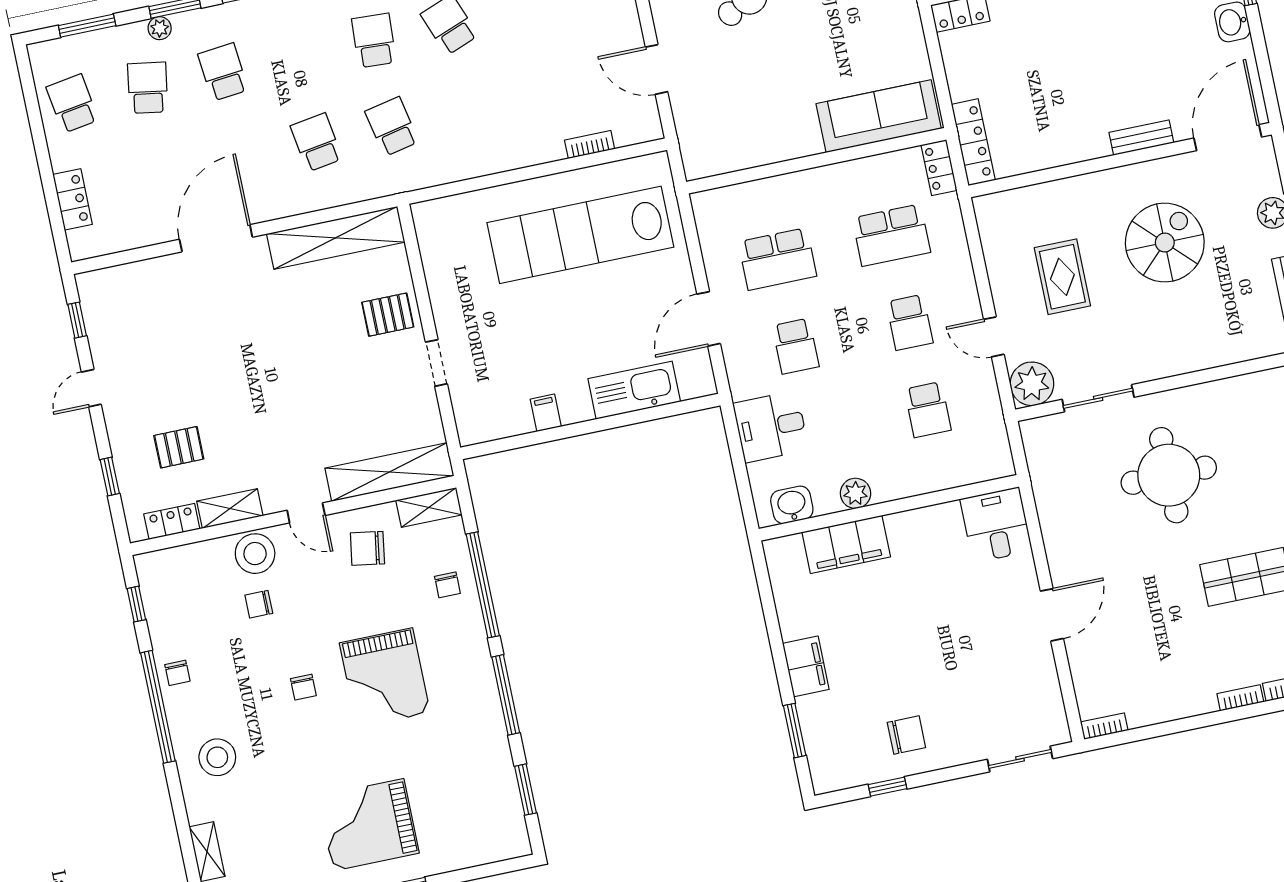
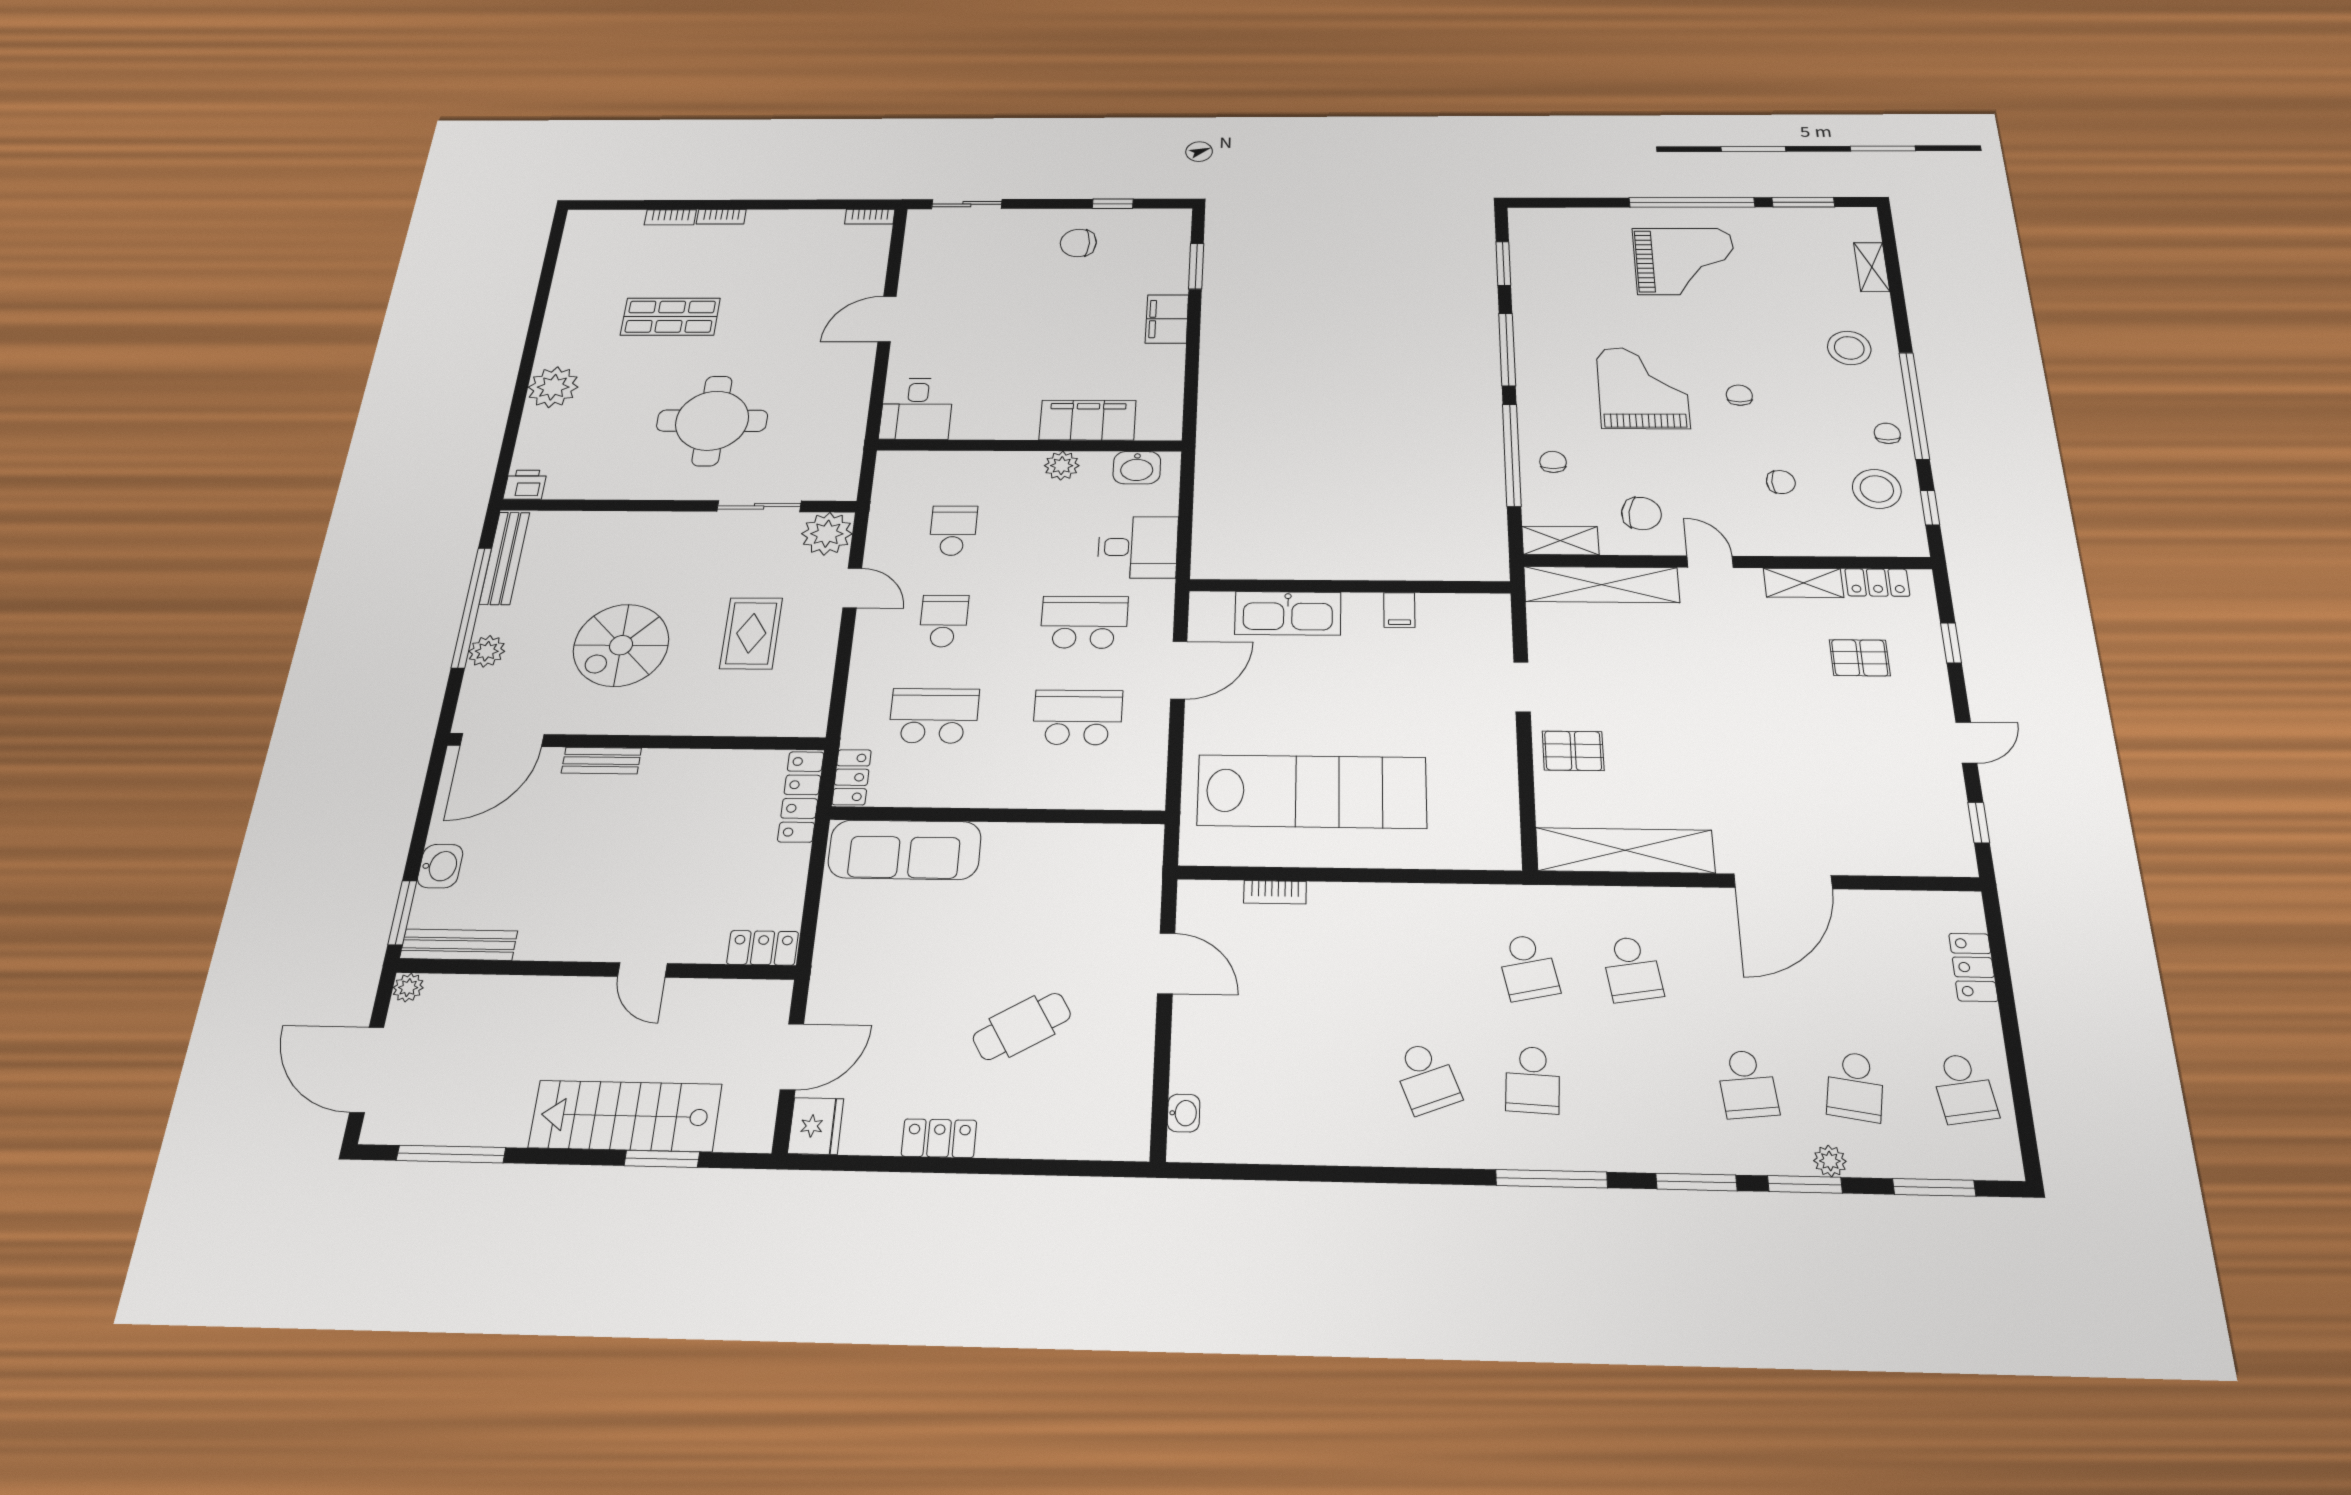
school desk: (796, 346) -> (1084, 622), width x1.85
stool: (255, 554) -> (1877, 489), moved

